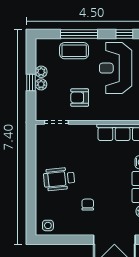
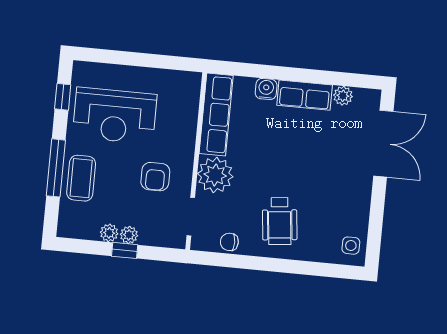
plant: (84, 135) -> (215, 175), added
chair: (88, 205) -> (229, 242), moved

